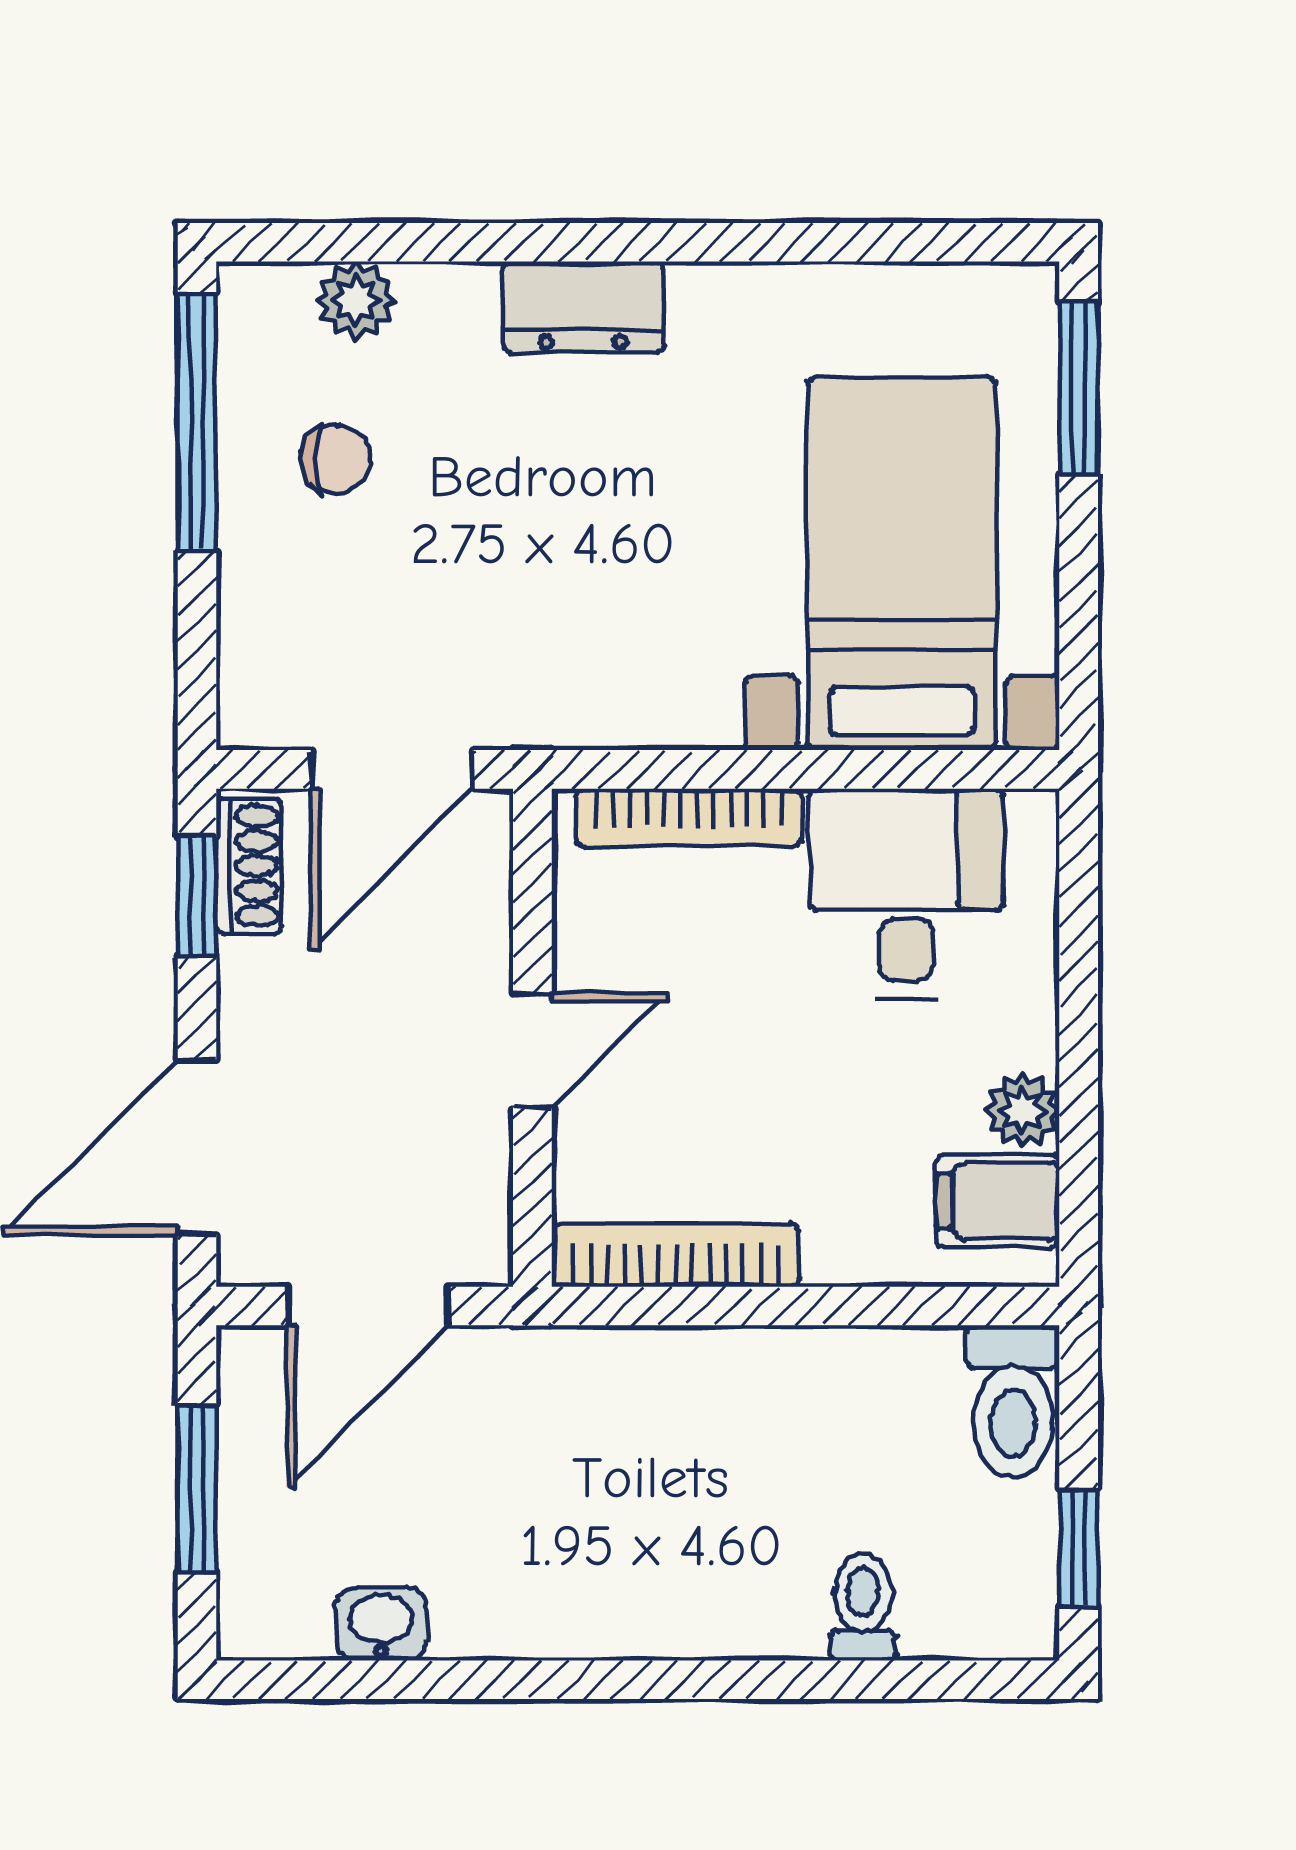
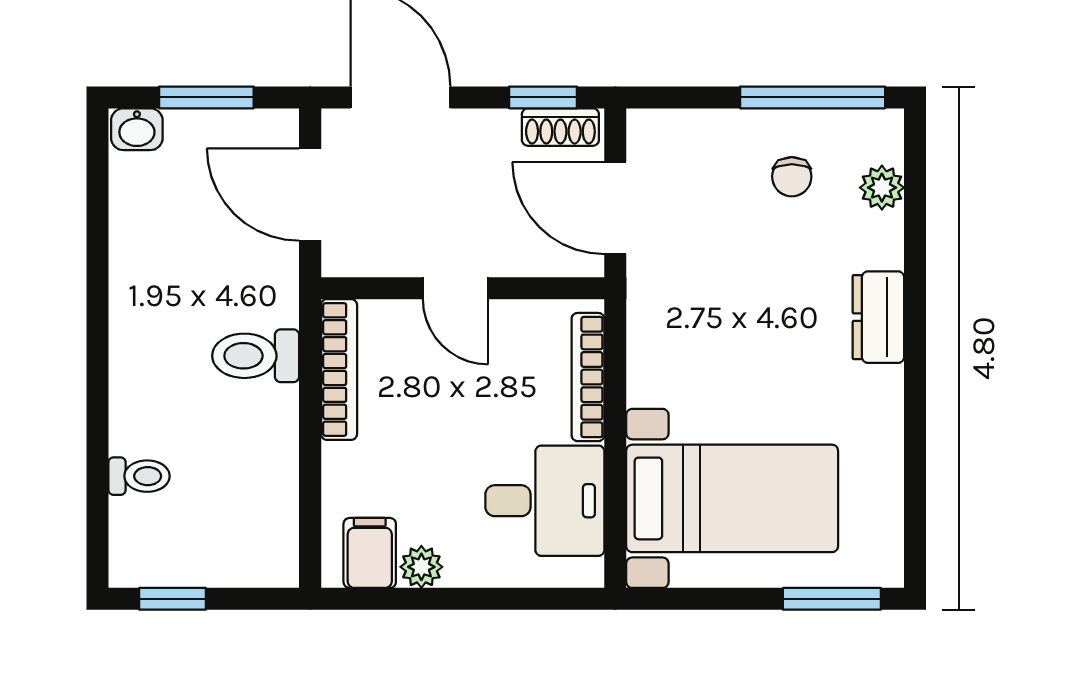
toilet: (1013, 1402) -> (256, 356), moved
washbasin: (381, 1624) -> (137, 129), moved, turned 90

